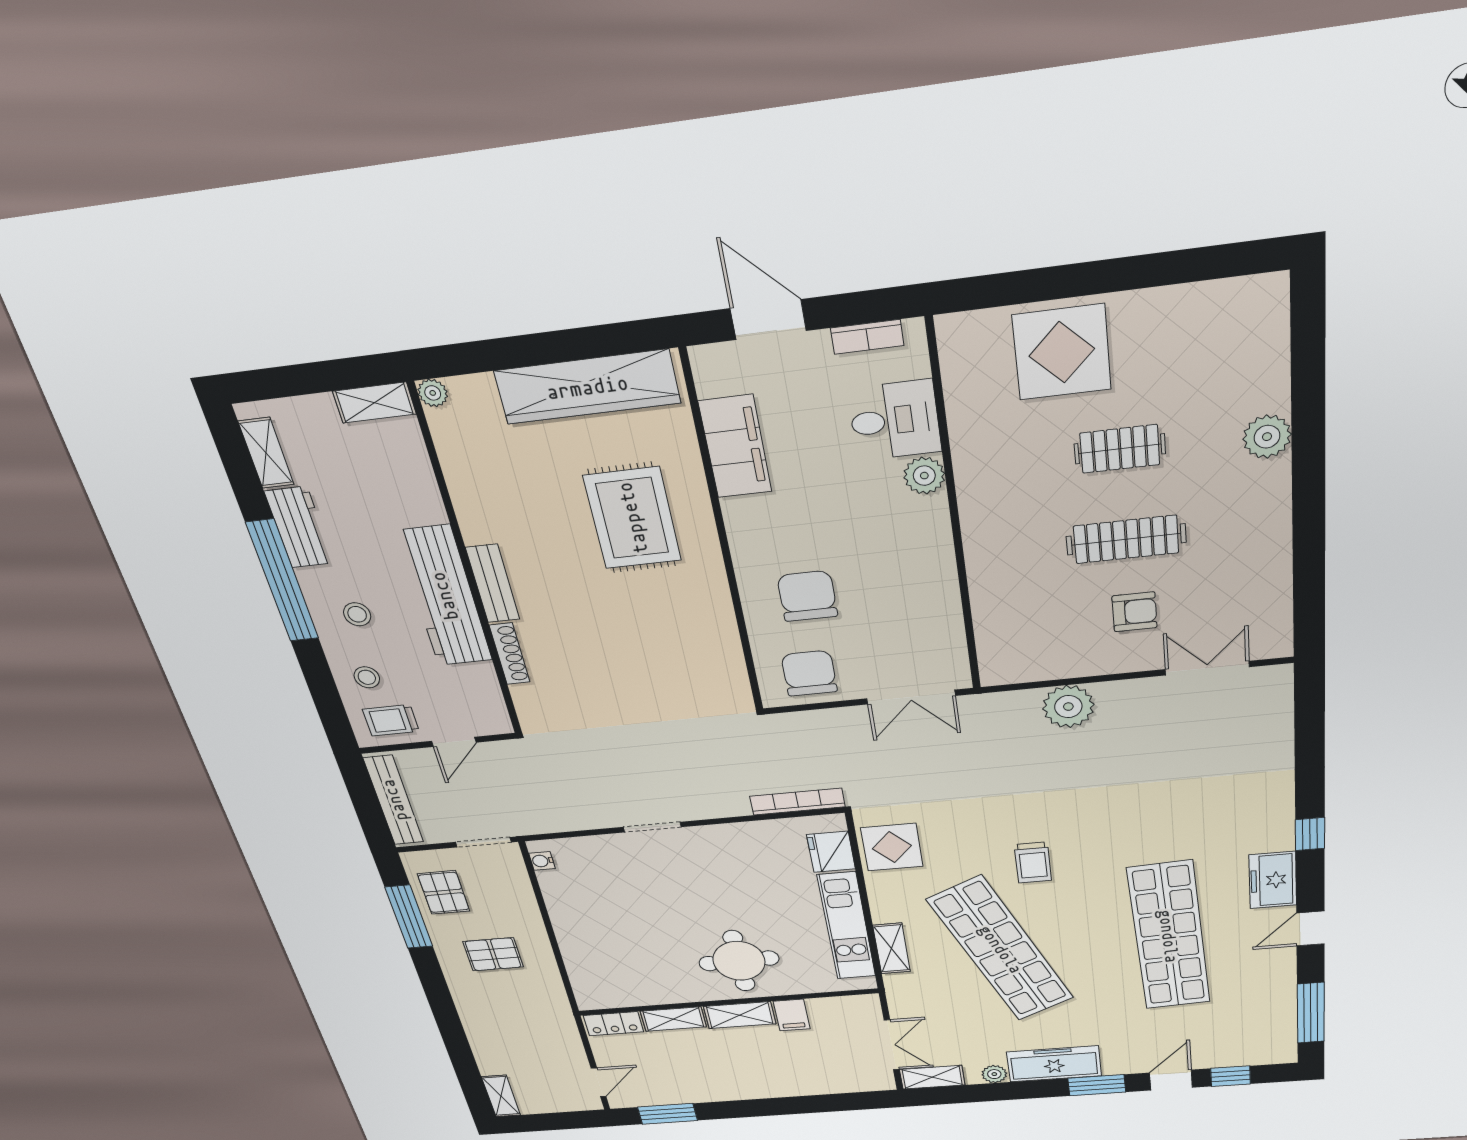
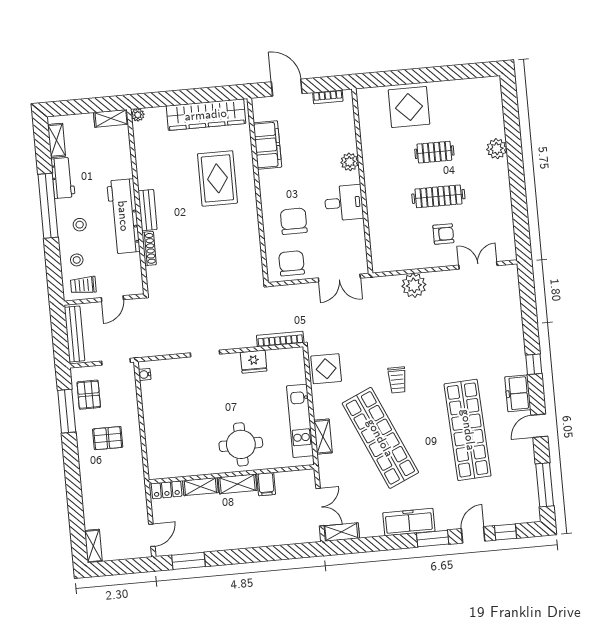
desk: (895, 420) -> (344, 203), moved
fridge: (831, 852) -> (254, 362), moved, turned -90
plant: (994, 1074) -> (376, 530), removed

